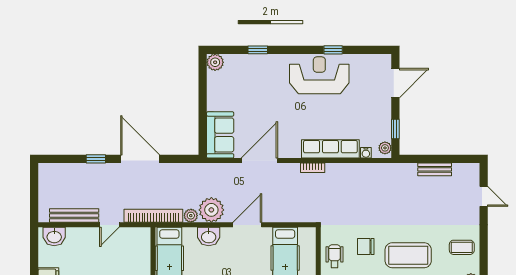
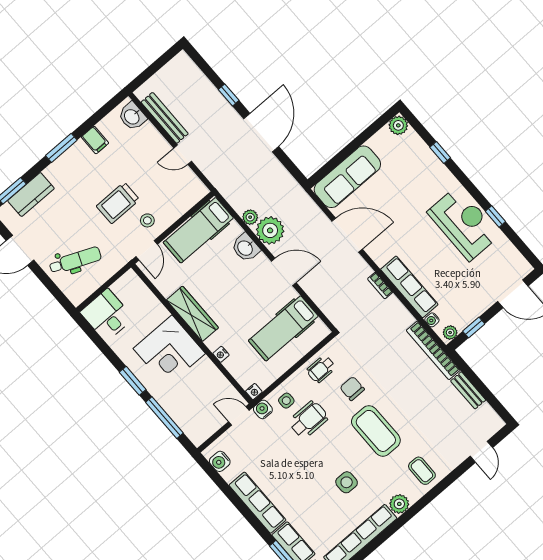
sofa: (220, 135) -> (347, 177), width x1.36
bookcase: (153, 216) -> (433, 350), moved, turned 180
wheelchair: (335, 256) -> (321, 369), turned 180

